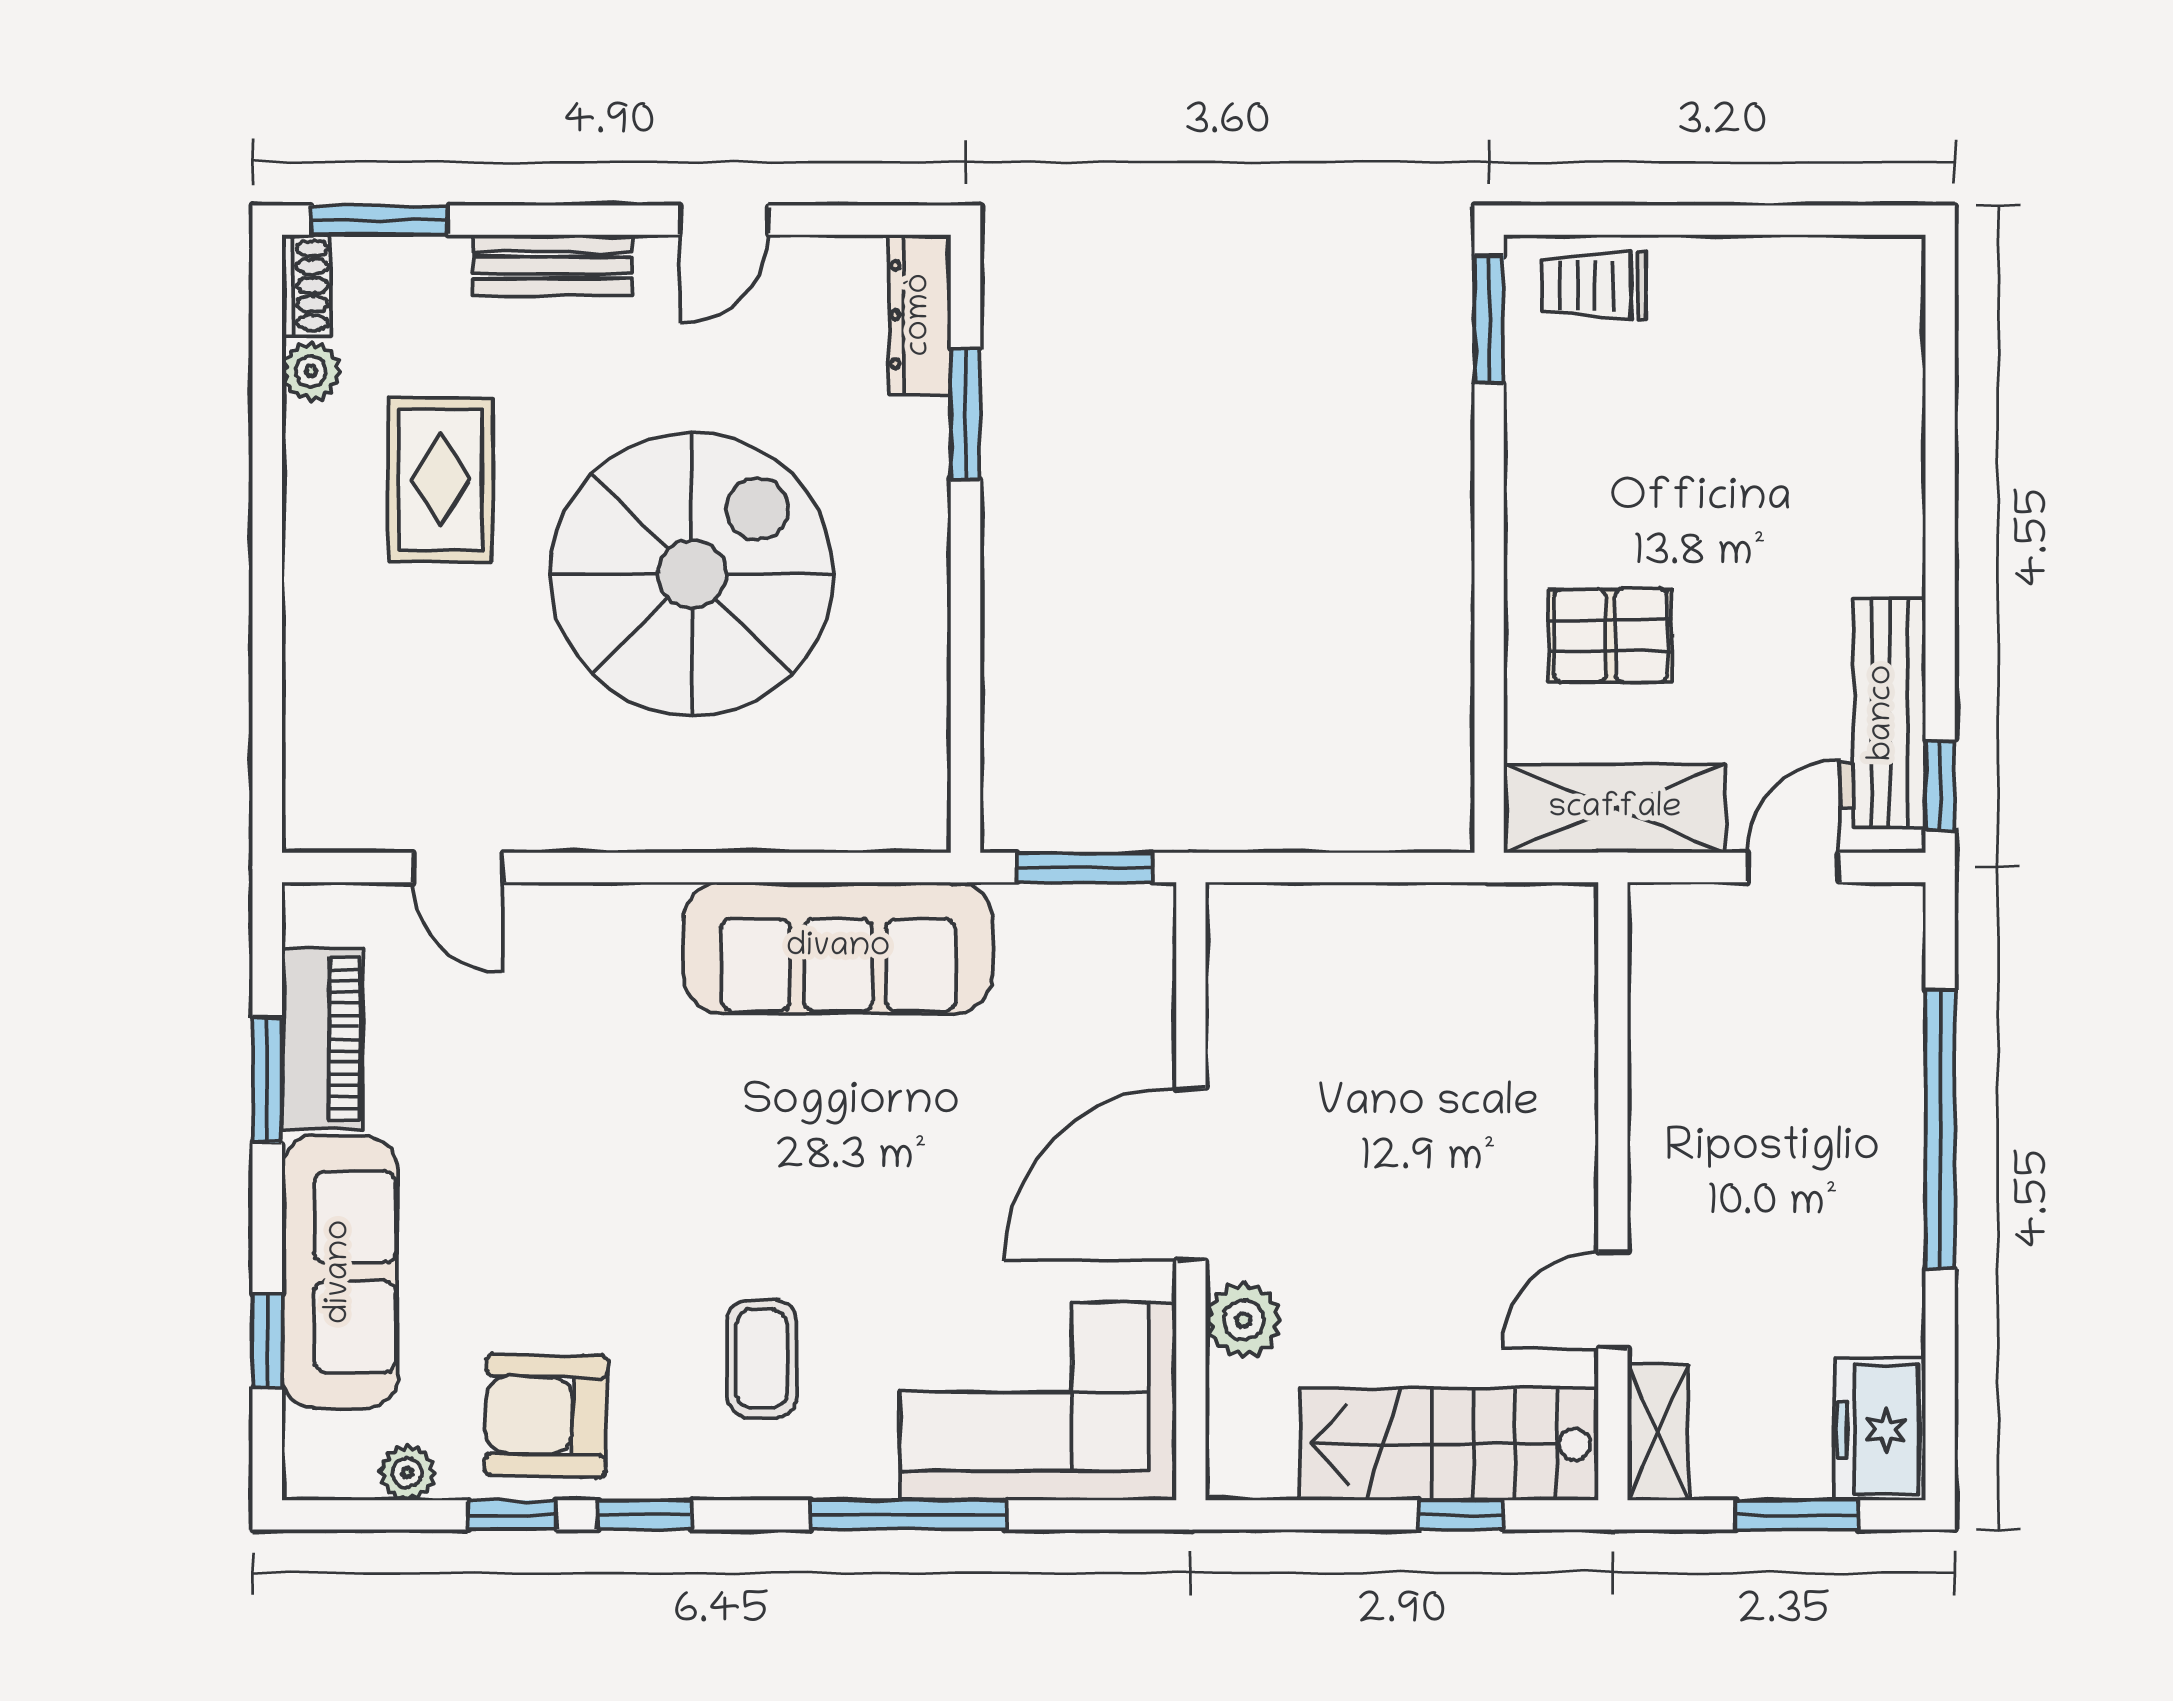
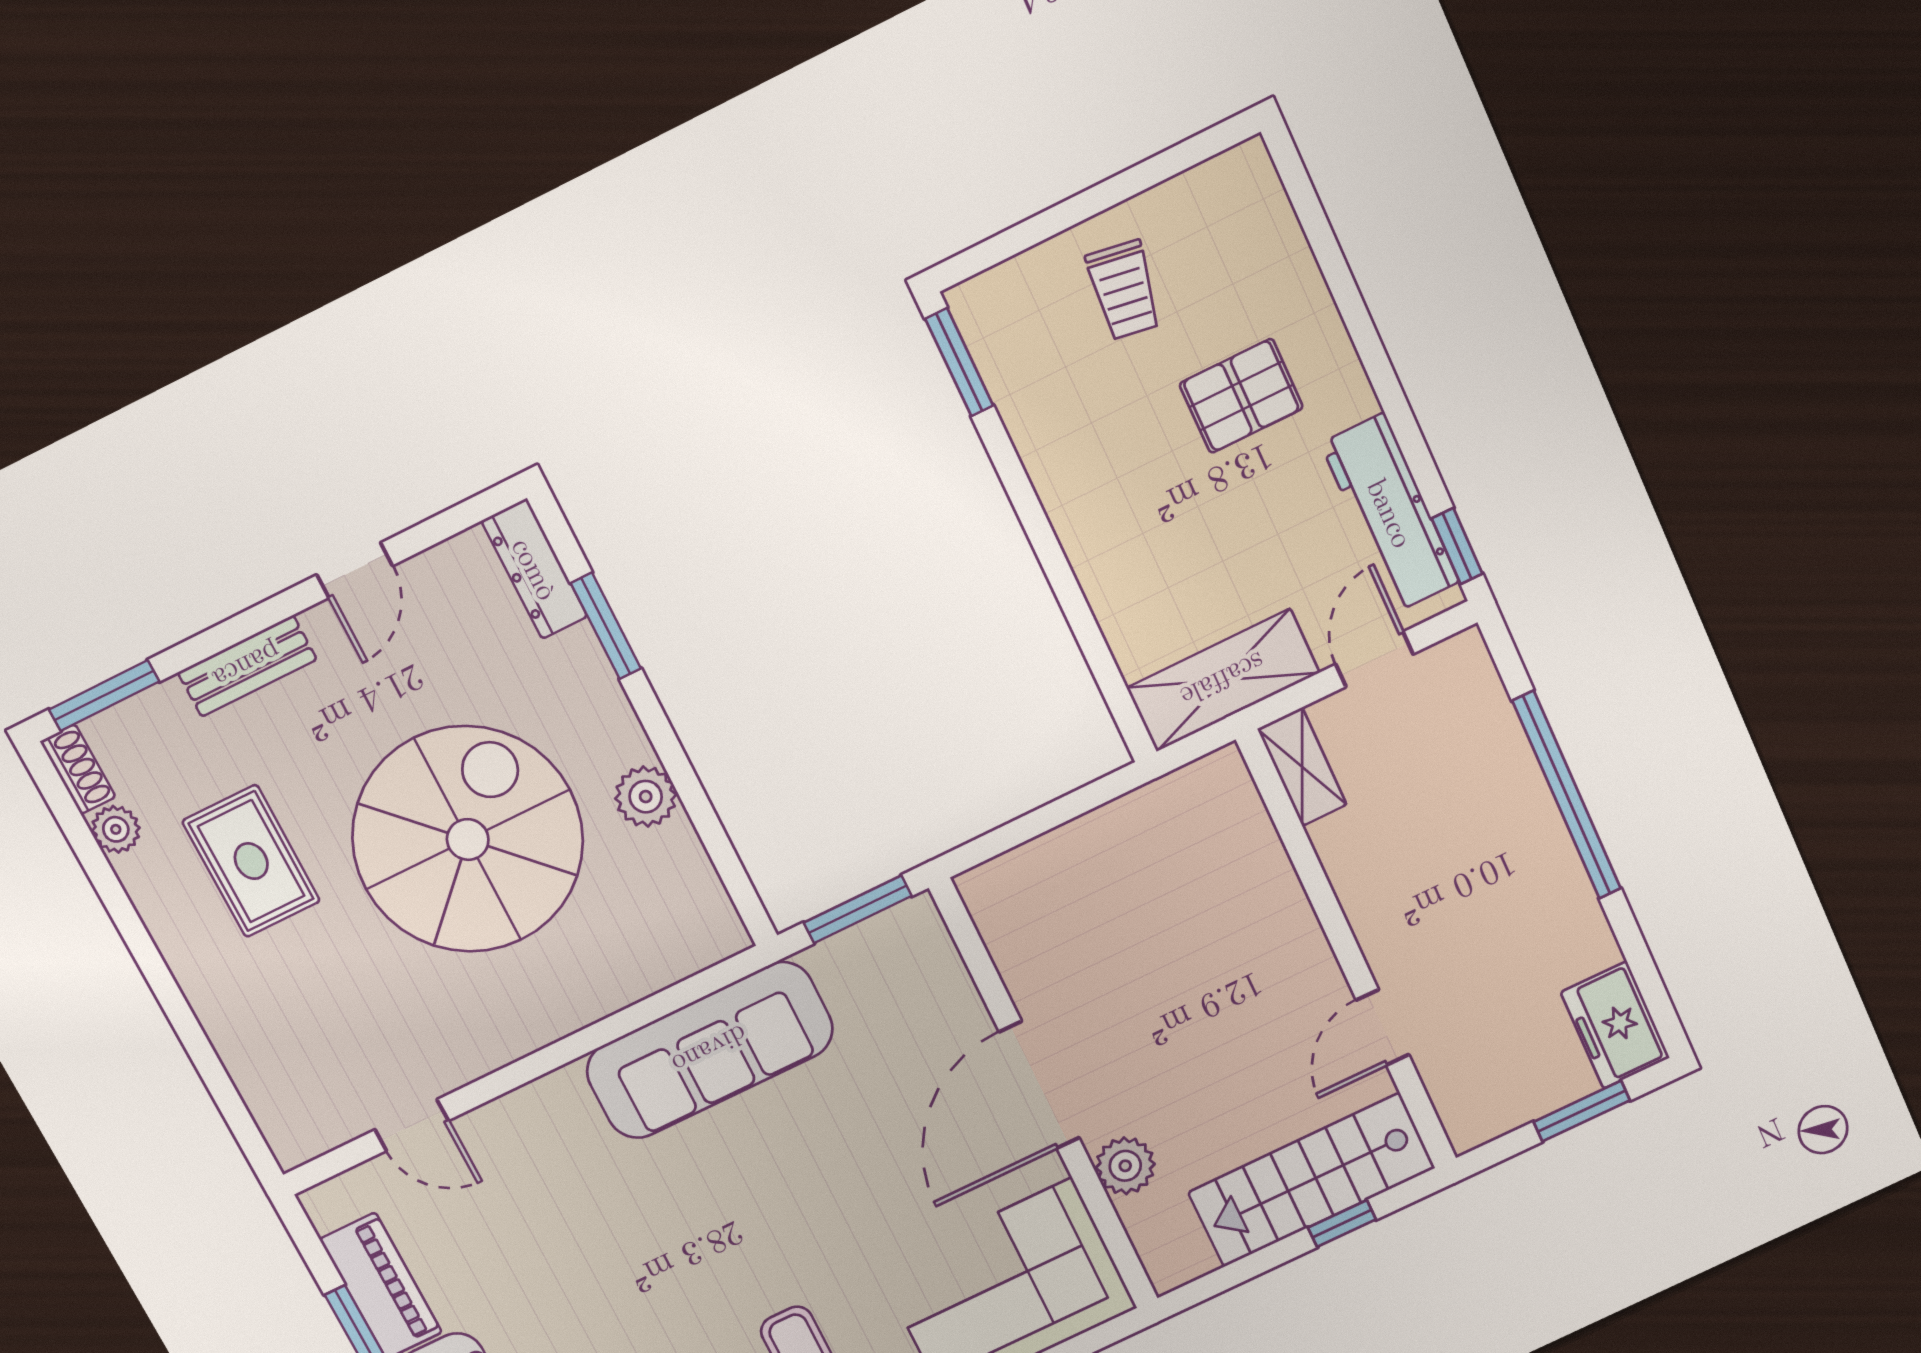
trolley: (1594, 285) -> (1124, 290), moved, turned -81
plant: (913, 623) -> (646, 797), added
pallet: (1611, 636) -> (1241, 396), moved
shelving: (1658, 1432) -> (1302, 767), moved

